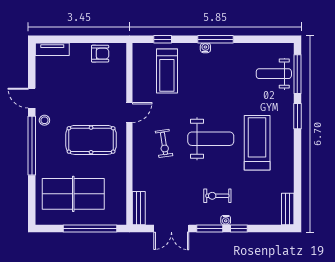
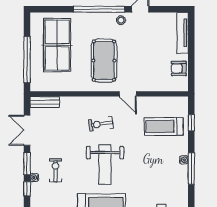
tv unit: (52, 49) -> (183, 33), width x1.41
armchair: (100, 54) -> (179, 68), turned 90

